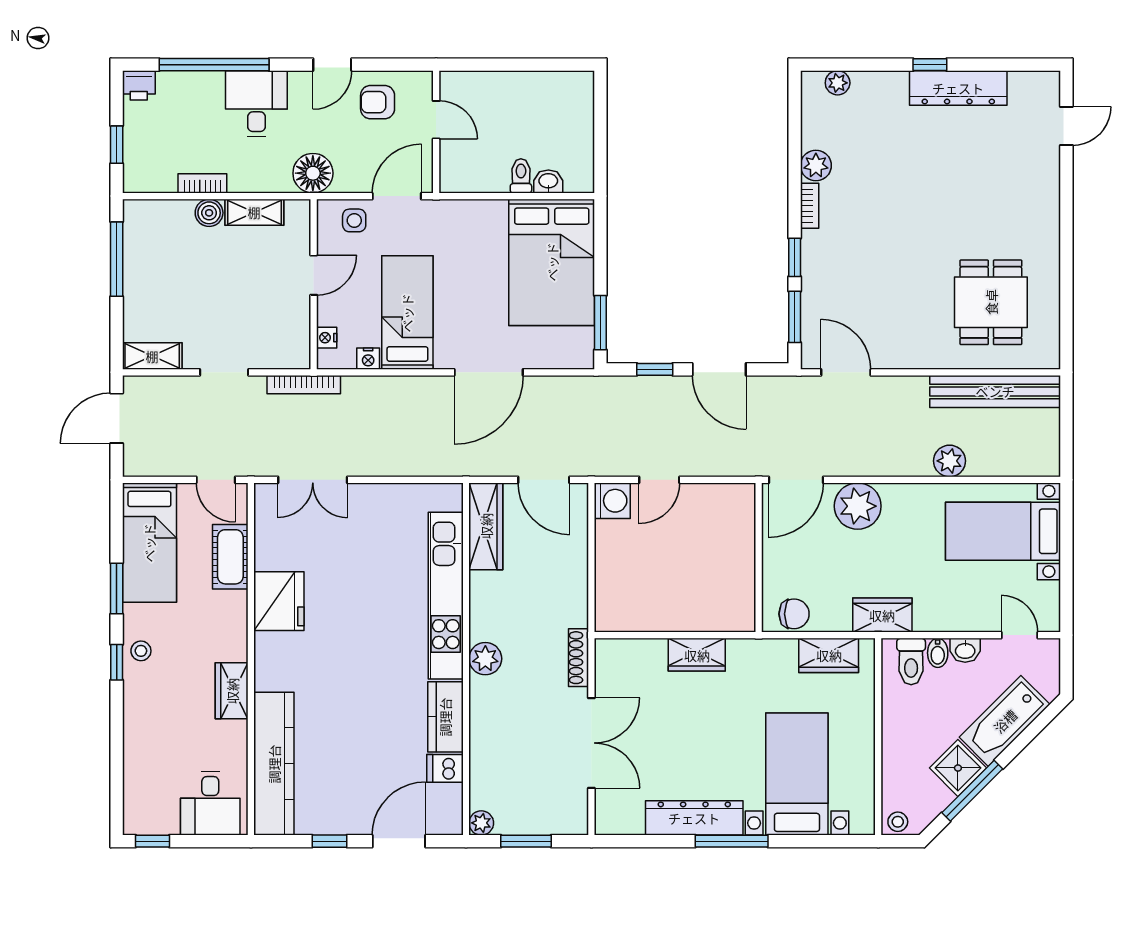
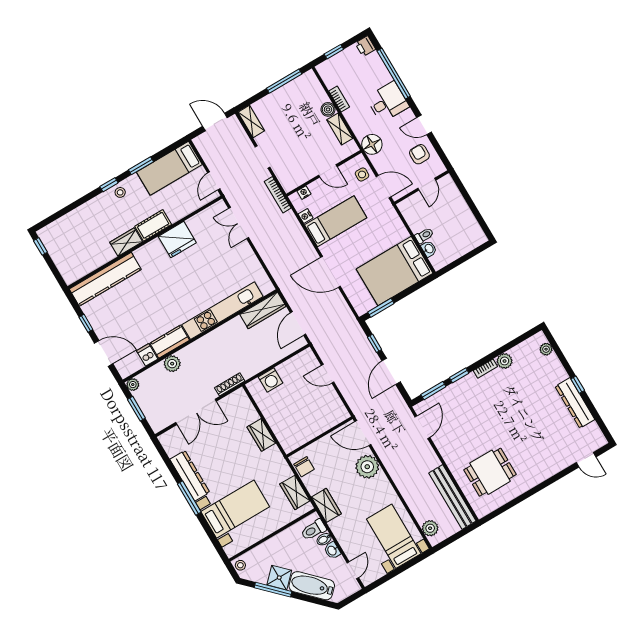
plant: (950, 461) -> (430, 528), moved
washing machine: (612, 501) -> (271, 380), moved
cot: (230, 557) -> (153, 225), moved
plant: (485, 659) -> (172, 364), moved
desk: (210, 803) -> (72, 262), removed

